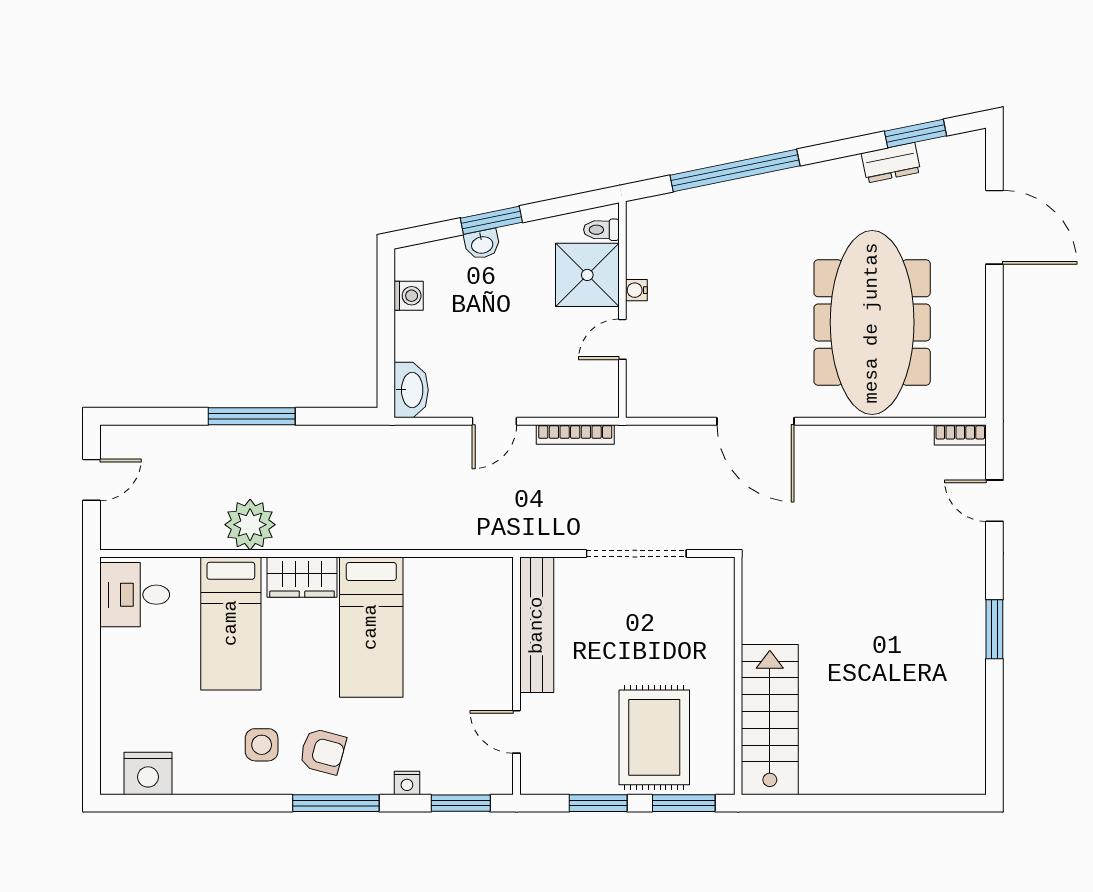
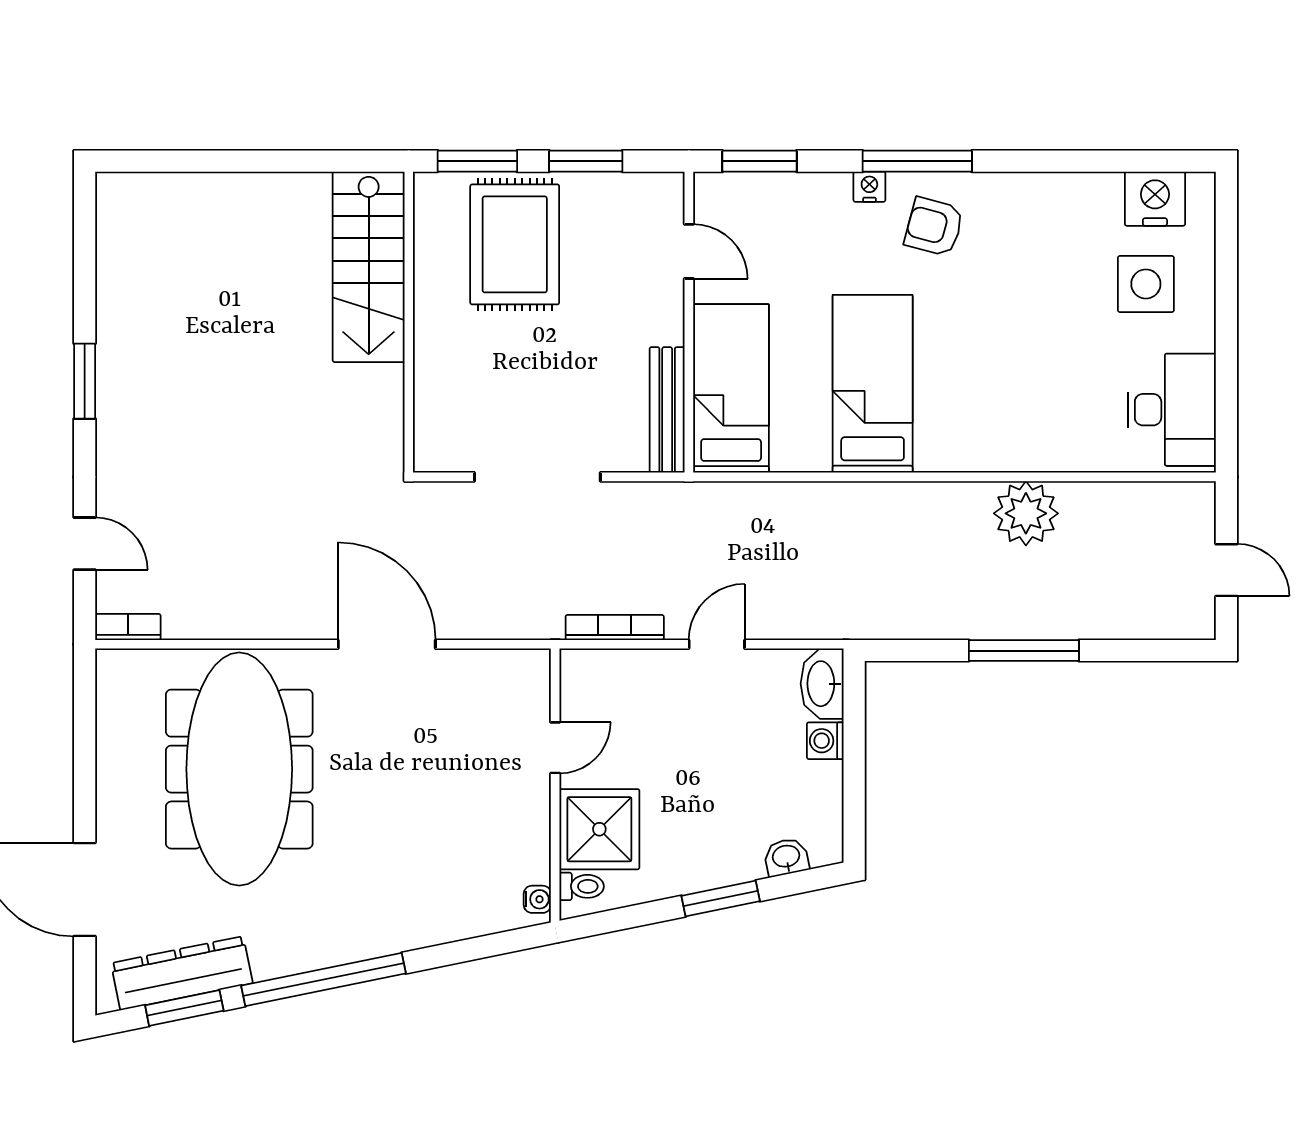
dresser: (891, 163) -> (182, 973), width x1.96, depth x1.24
window: (735, 170) -> (324, 980), moved
washbasin: (482, 244) -> (786, 857), moved
water cooler: (636, 290) -> (537, 899), moved
washing machine: (409, 296) -> (825, 741), moved
door: (91, 480) -> (1226, 570), swing flipped
wardrobe: (302, 577) -> (960, 447), removed
desk: (135, 595) -> (1172, 410), width x1.37
bed: (231, 623) -> (731, 388), moved
bench: (537, 625) -> (667, 410), width x0.73, depth x0.82
side table: (262, 745) -> (1146, 284), moved, width x1.37, depth x1.37
nightstand: (407, 783) -> (869, 187), moved

